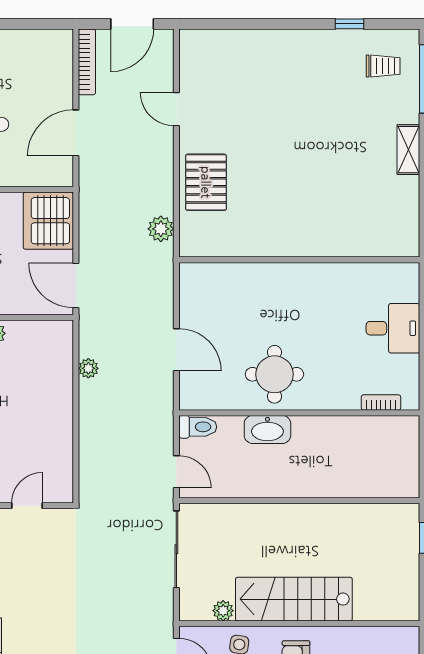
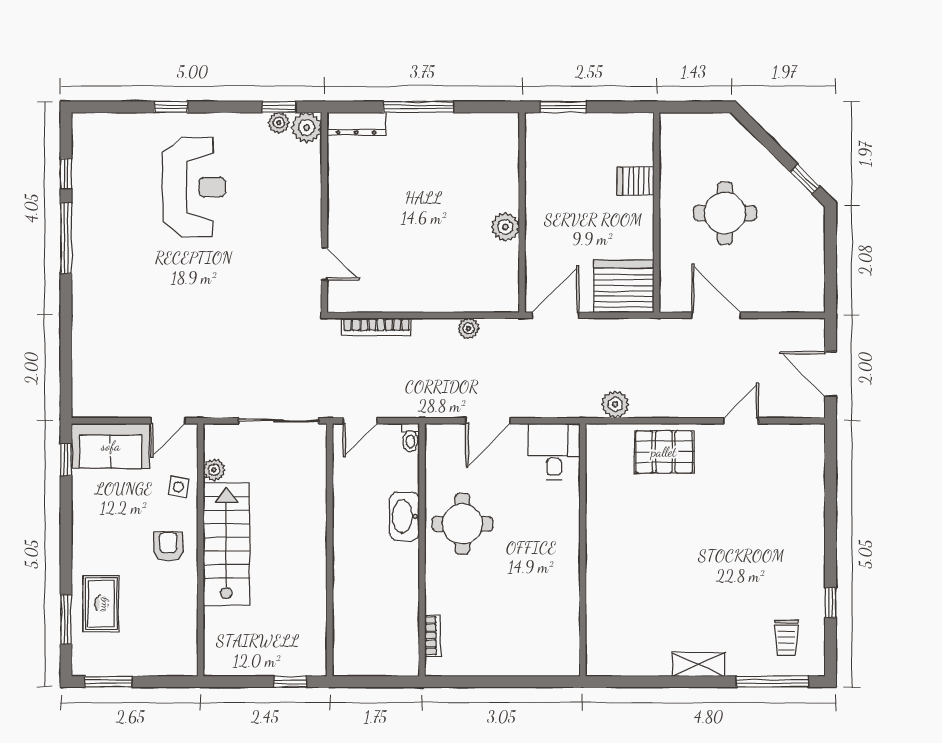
bookcase: (87, 62) -> (377, 327), moved
desk: (393, 328) -> (554, 451), moved, turned 180
toilet: (198, 427) -> (410, 438), width x0.73, depth x0.72

